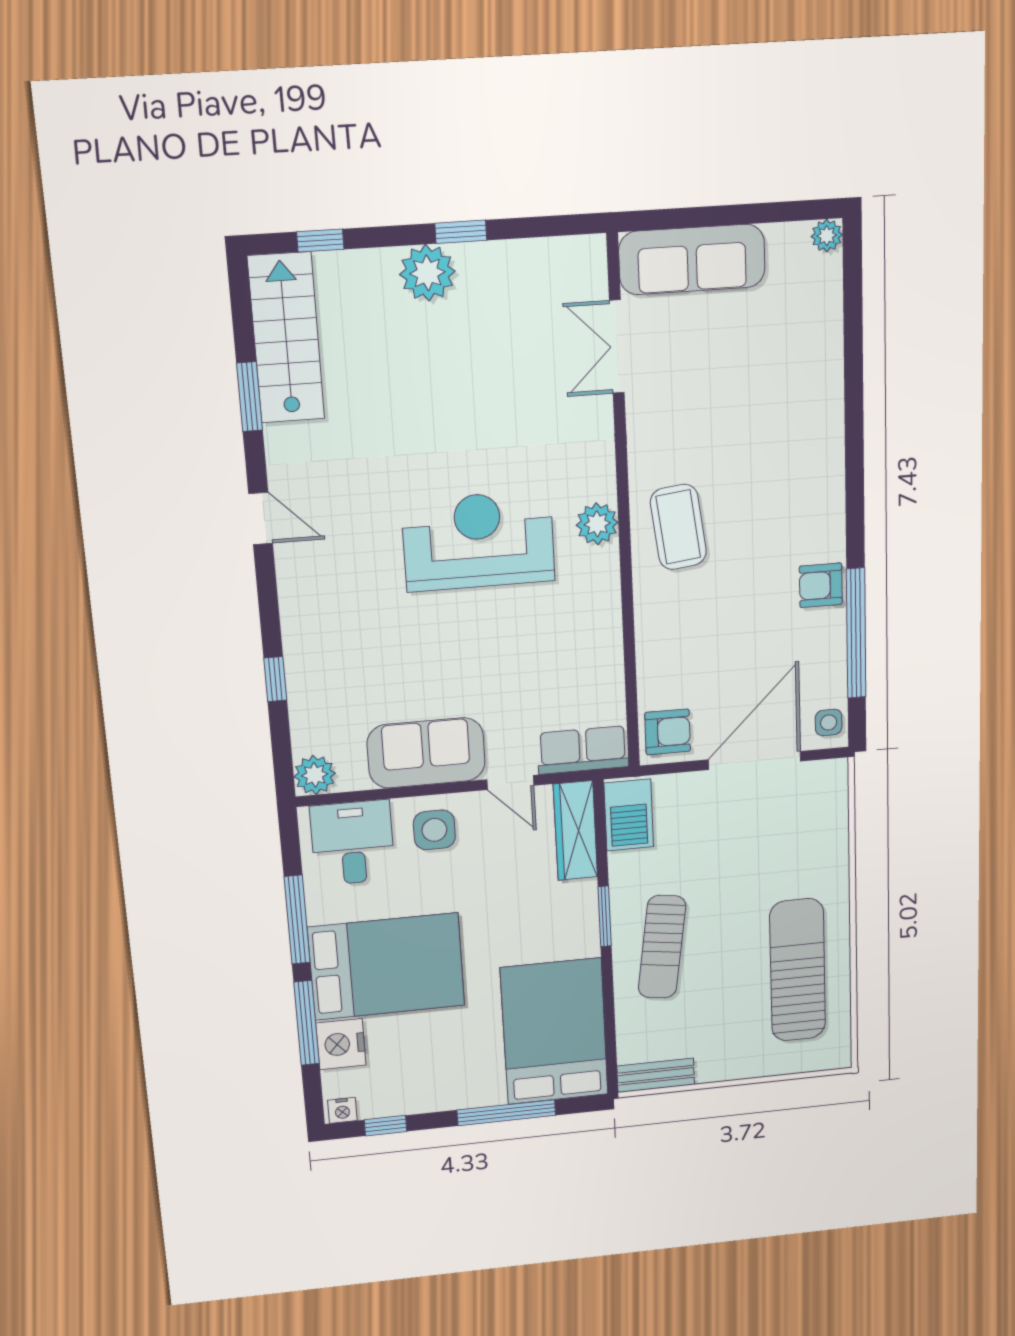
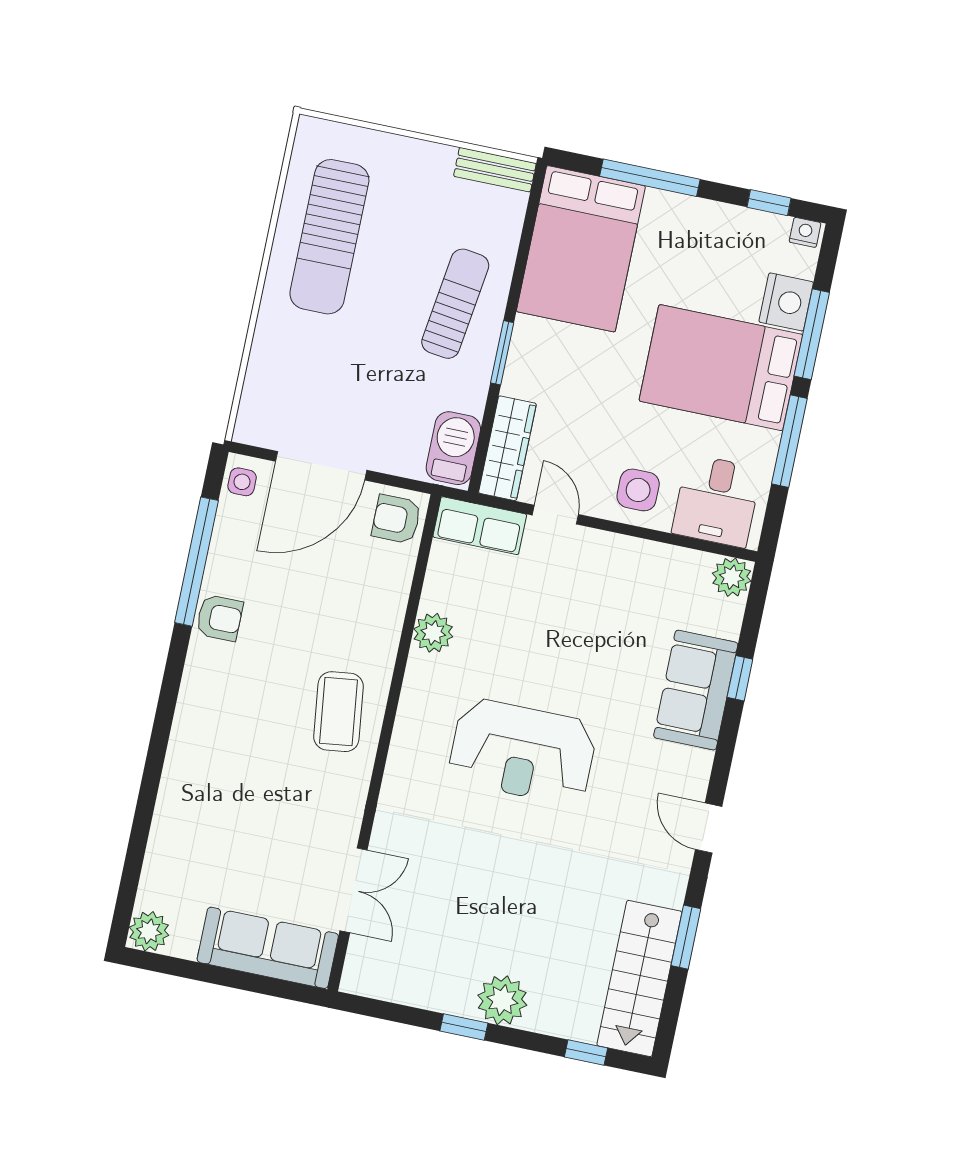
plant: (827, 236) -> (149, 931), width x1.38, depth x1.38
plant: (597, 524) -> (433, 633), moved
sofa: (426, 753) -> (696, 690), moved, turned 90

